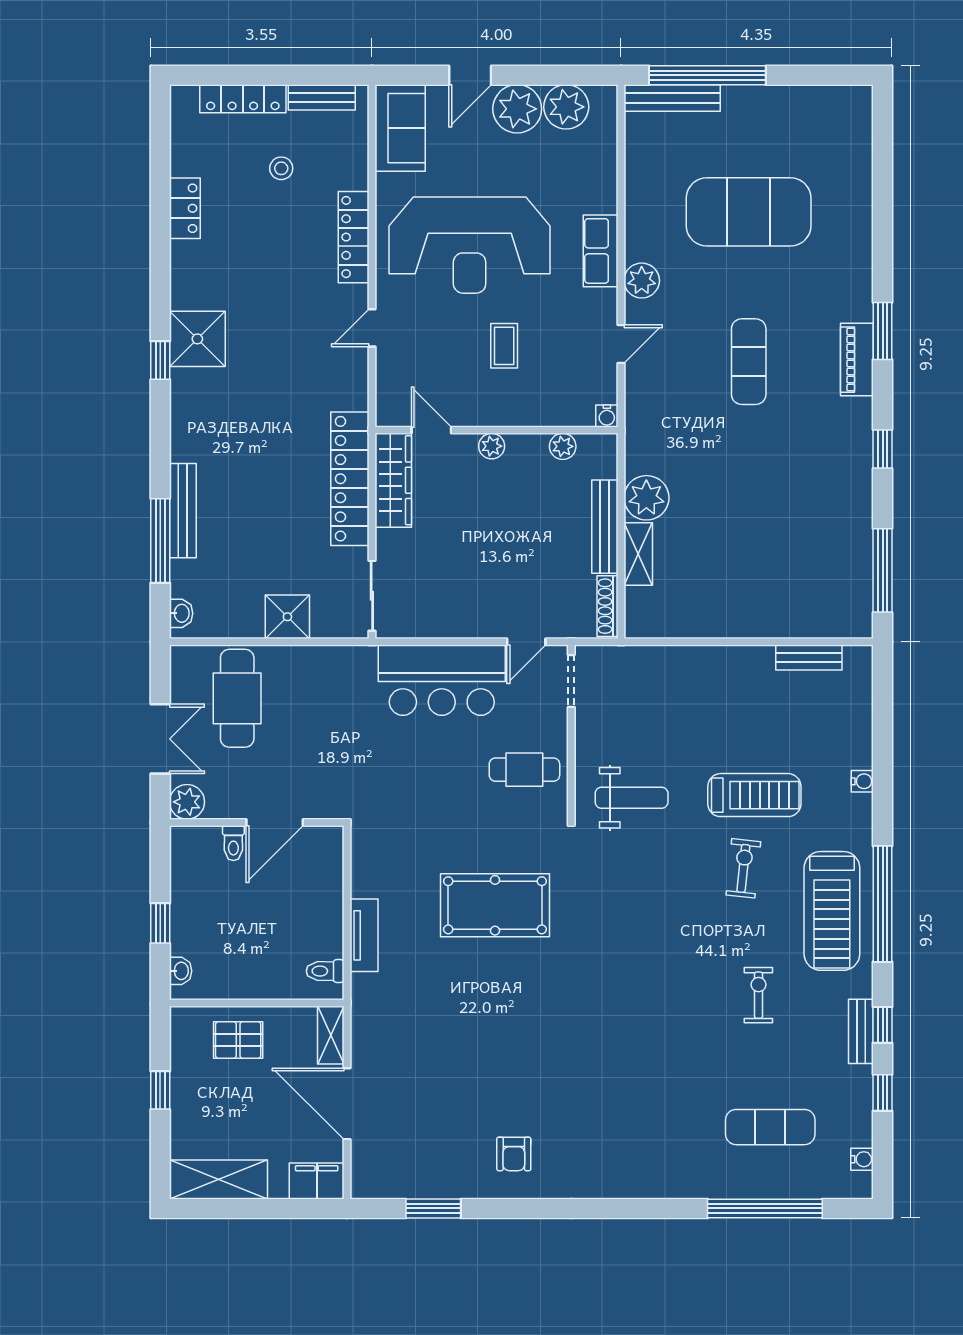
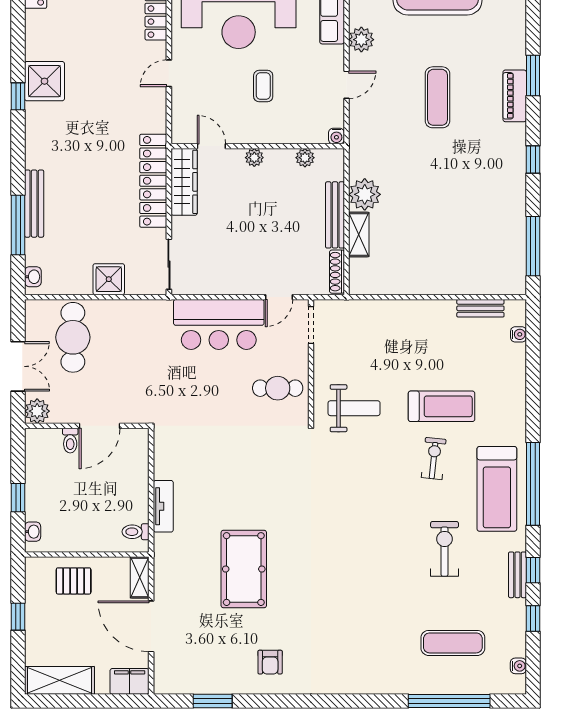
water cooler: (862, 781) -> (518, 334), moved
pool table: (495, 905) -> (244, 569), moved, turned 90
exercise bike: (758, 995) -> (445, 549), width x1.38, depth x1.39

